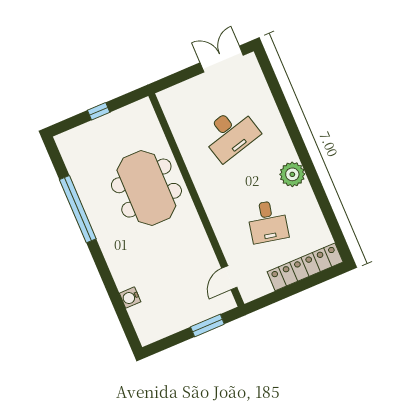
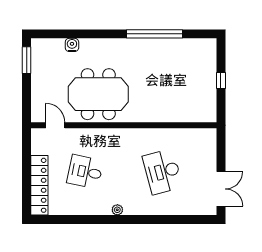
plant: (292, 174) -> (117, 210), width x0.53, depth x0.53
meeting table: (146, 188) -> (98, 94), moved
window: (207, 325) -> (27, 60), moved

